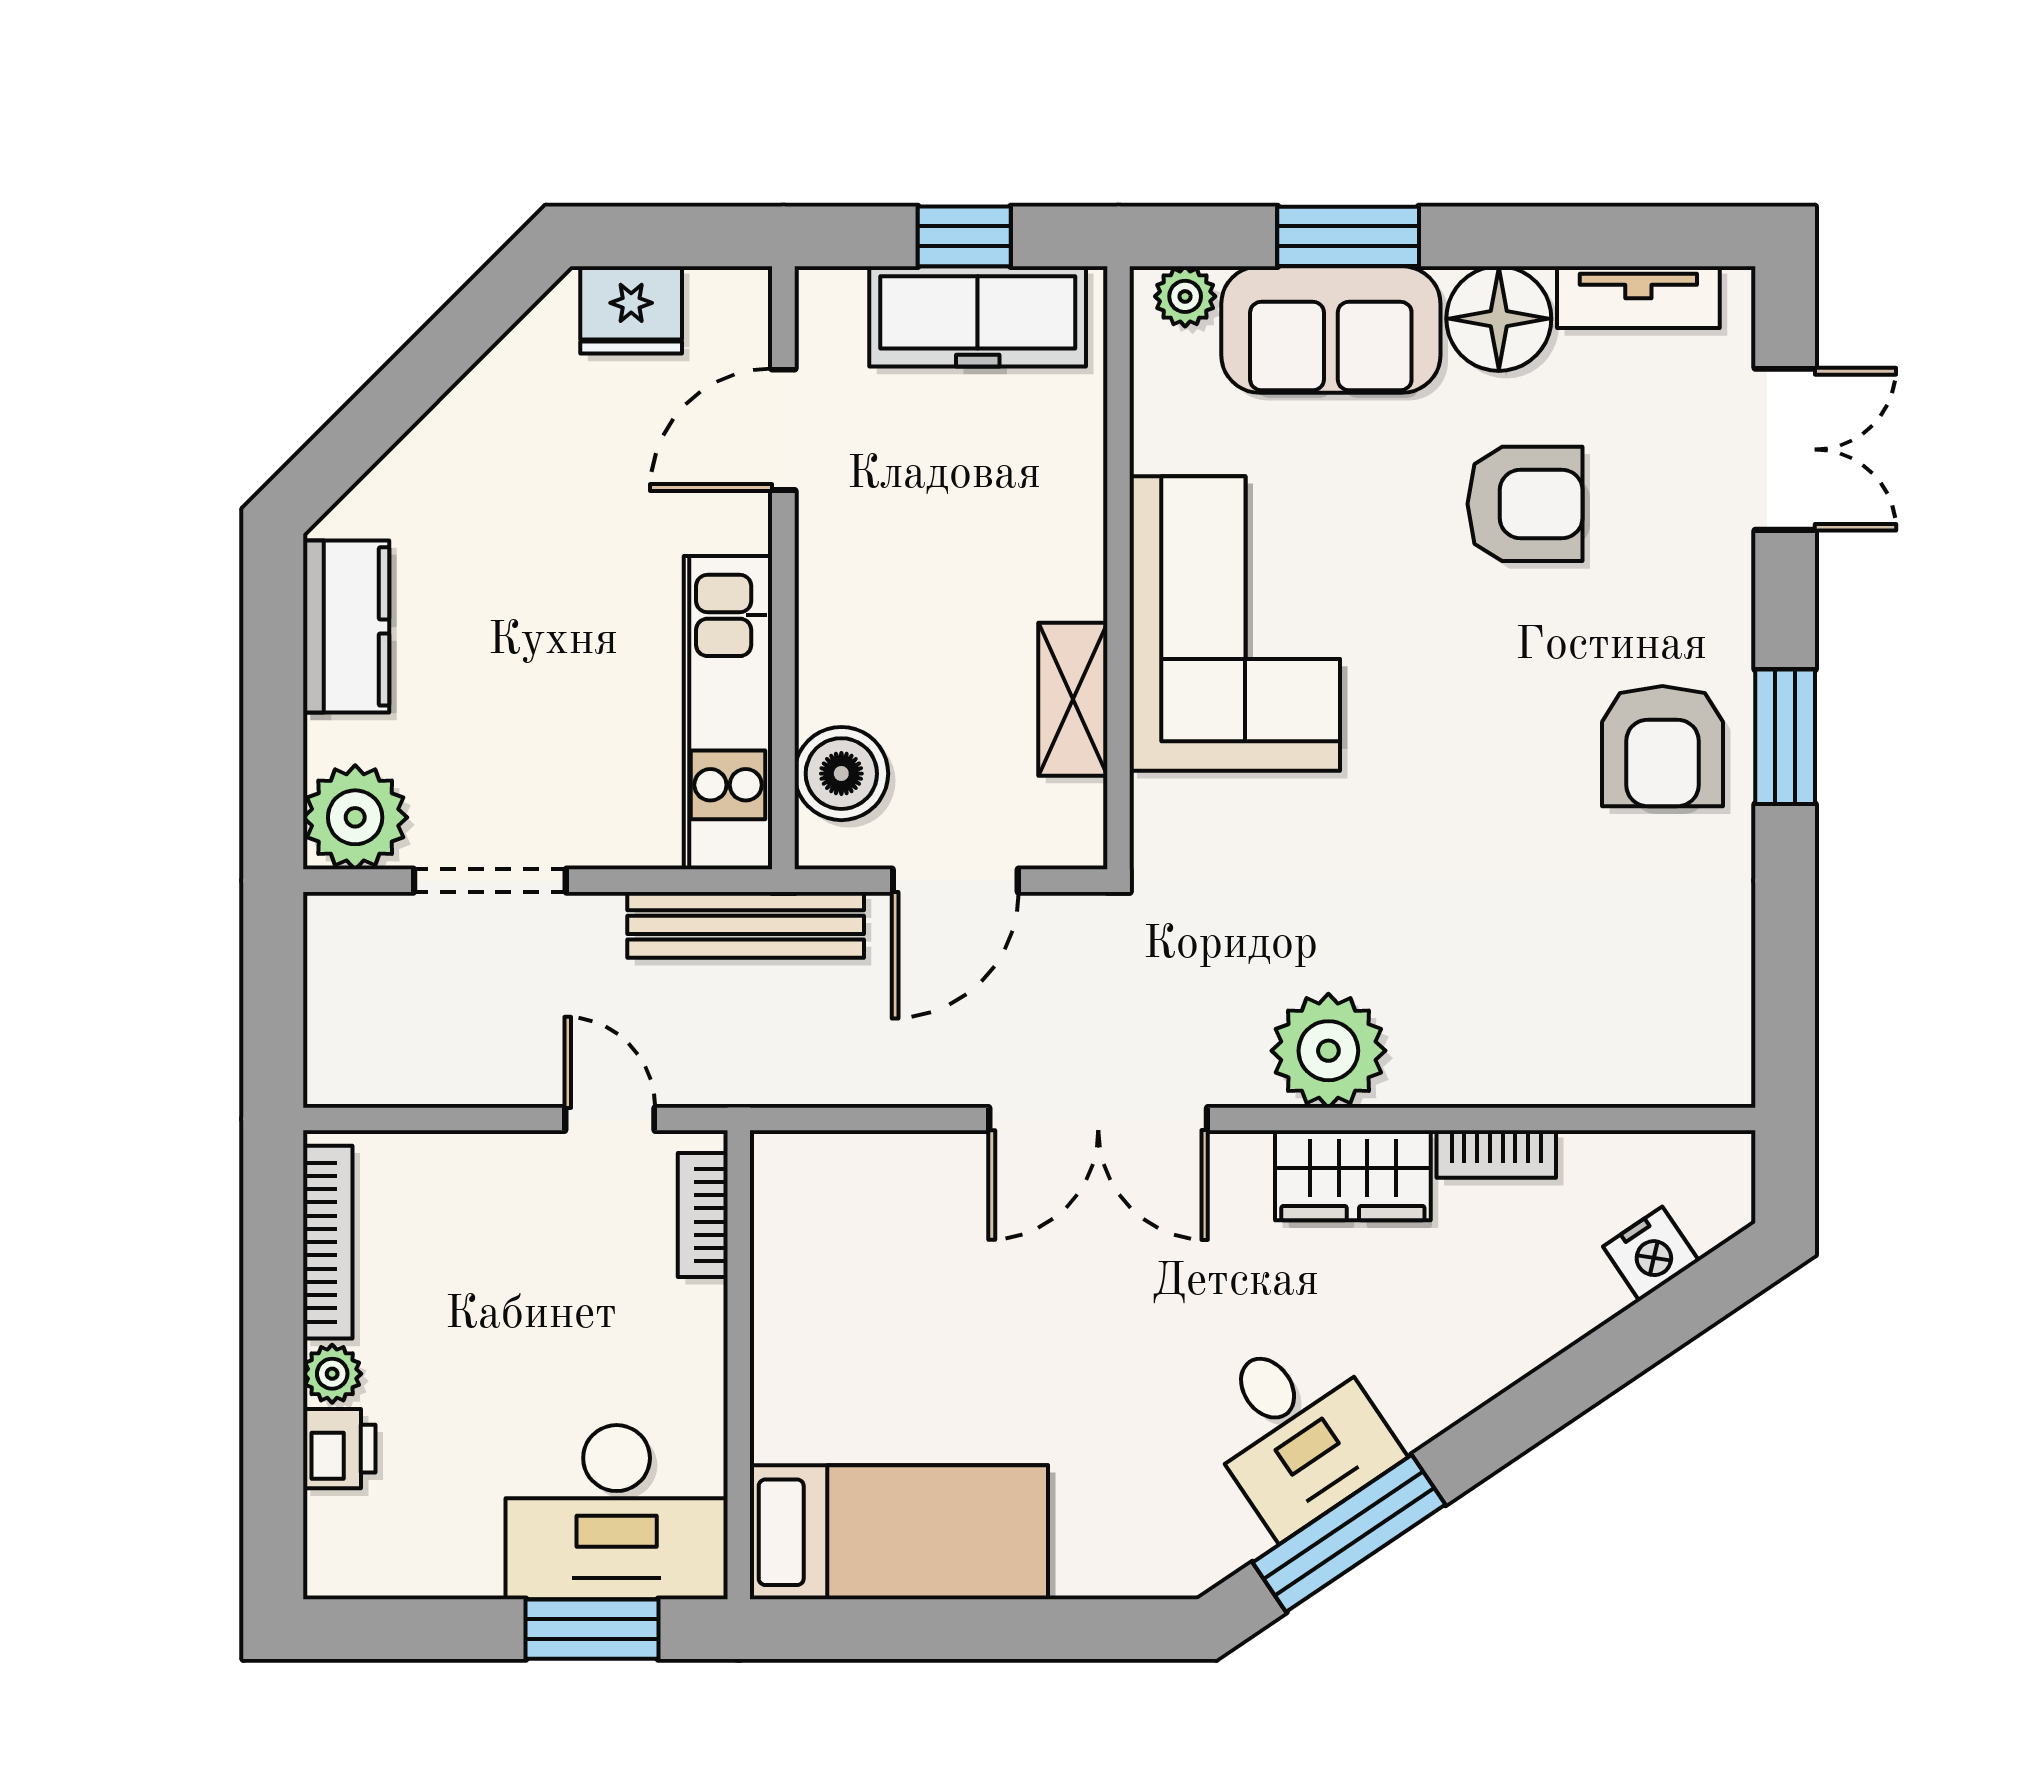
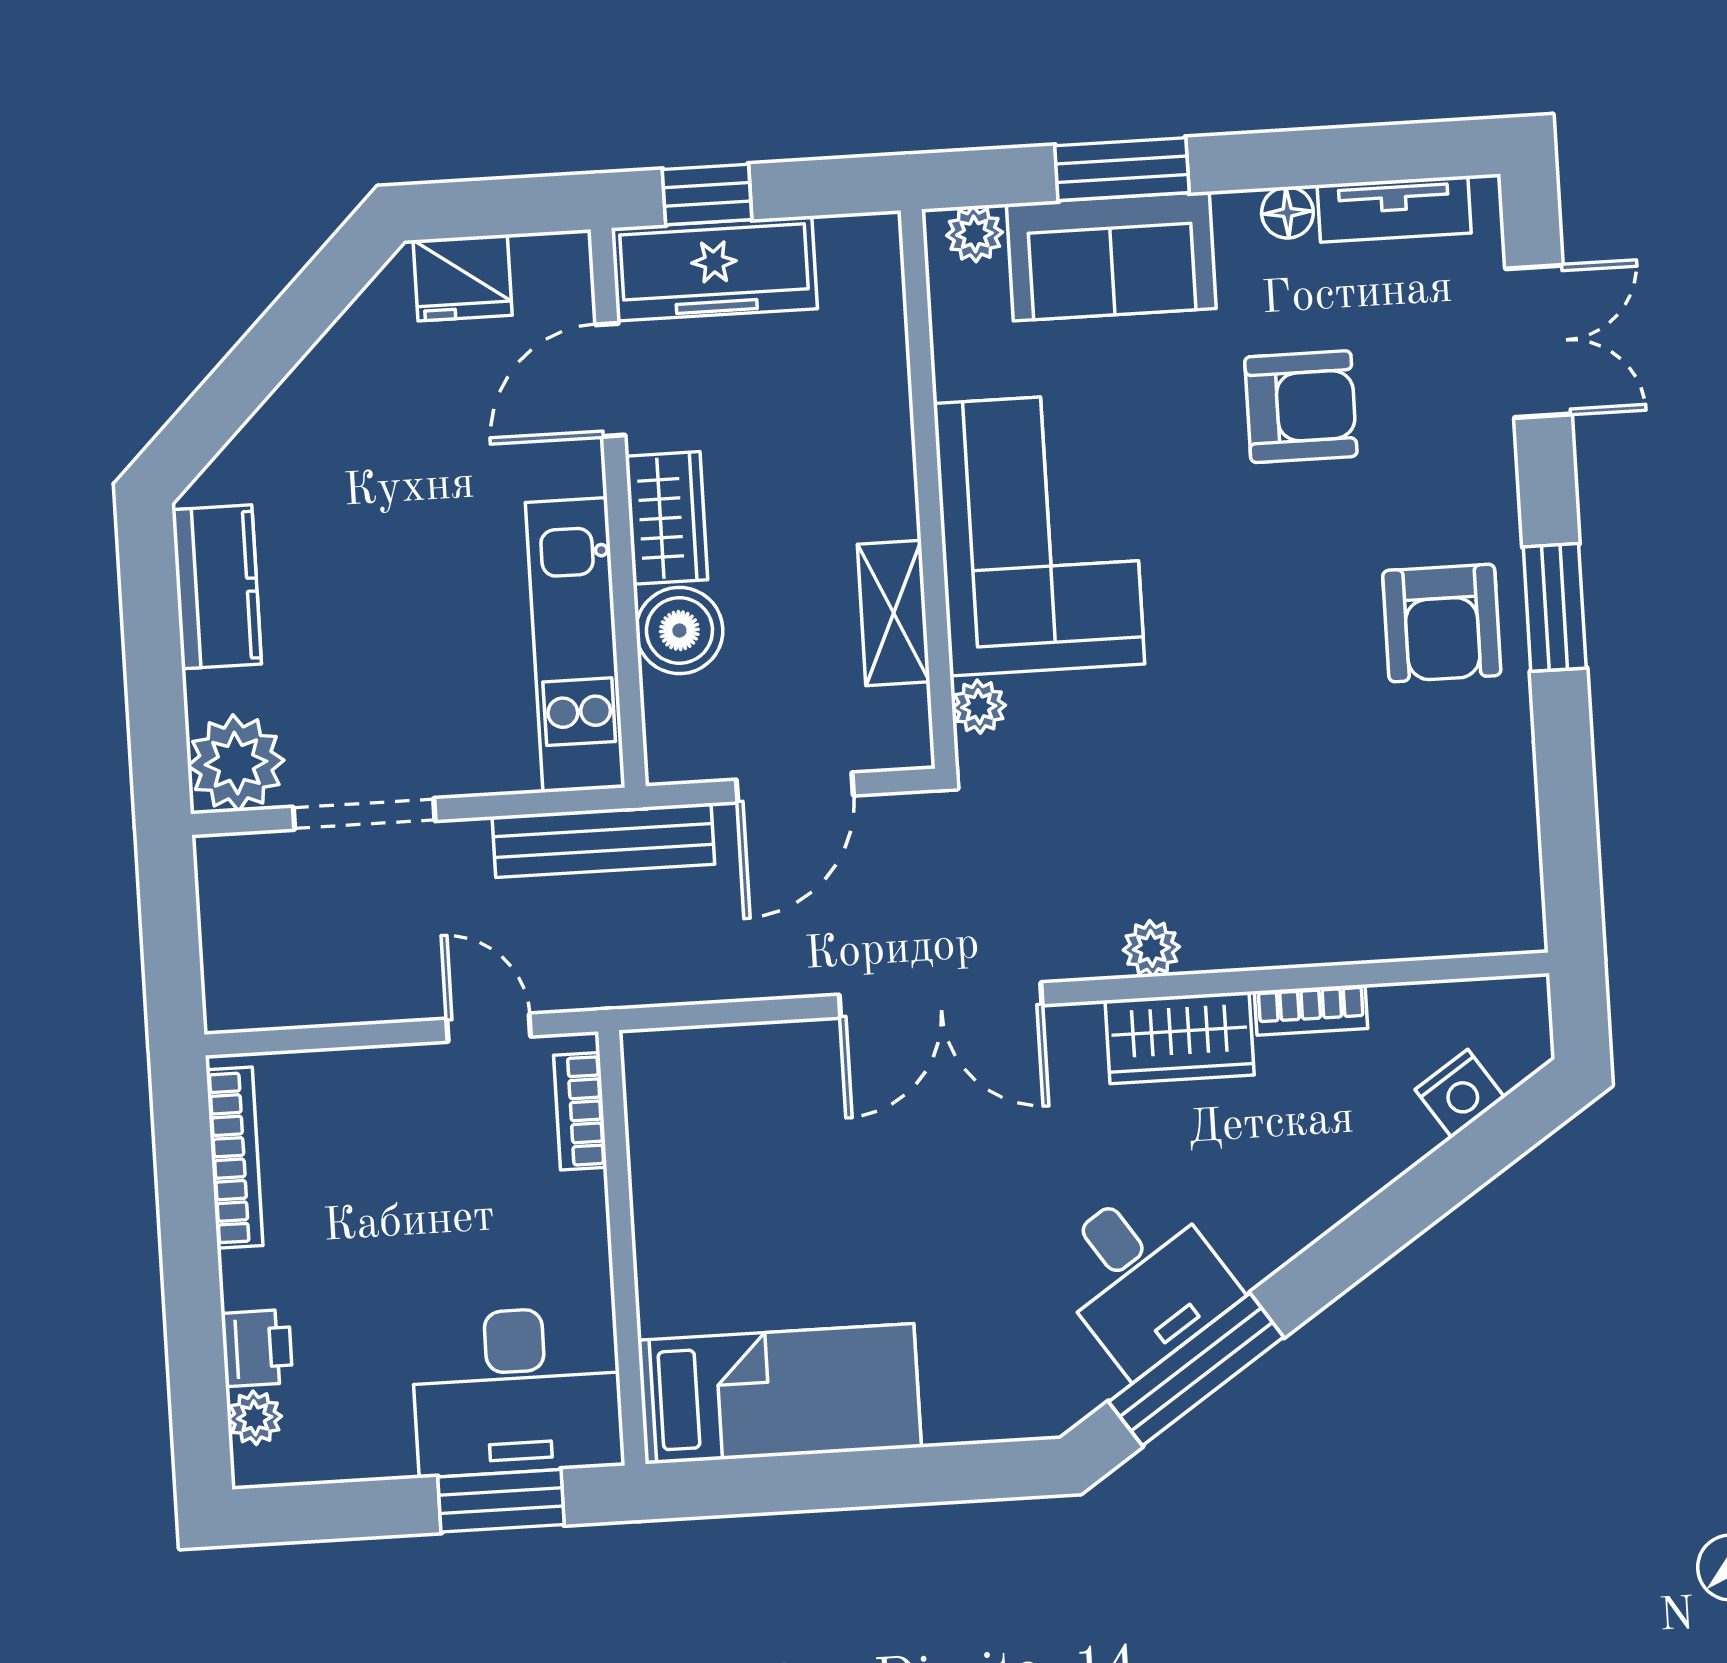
window: (964, 236) -> (707, 194), moved
freezer: (978, 316) -> (714, 268), moved
floor lamp: (1499, 319) -> (1287, 212), width x0.53, depth x0.53
wardrobe: (835, 582) -> (667, 518), added
boiler: (841, 774) -> (679, 630), moved
plant: (1159, 806) -> (979, 707), added
plant: (1328, 1051) -> (1151, 948), width x0.53, depth x0.53
plant: (332, 1374) -> (255, 1418), moved

